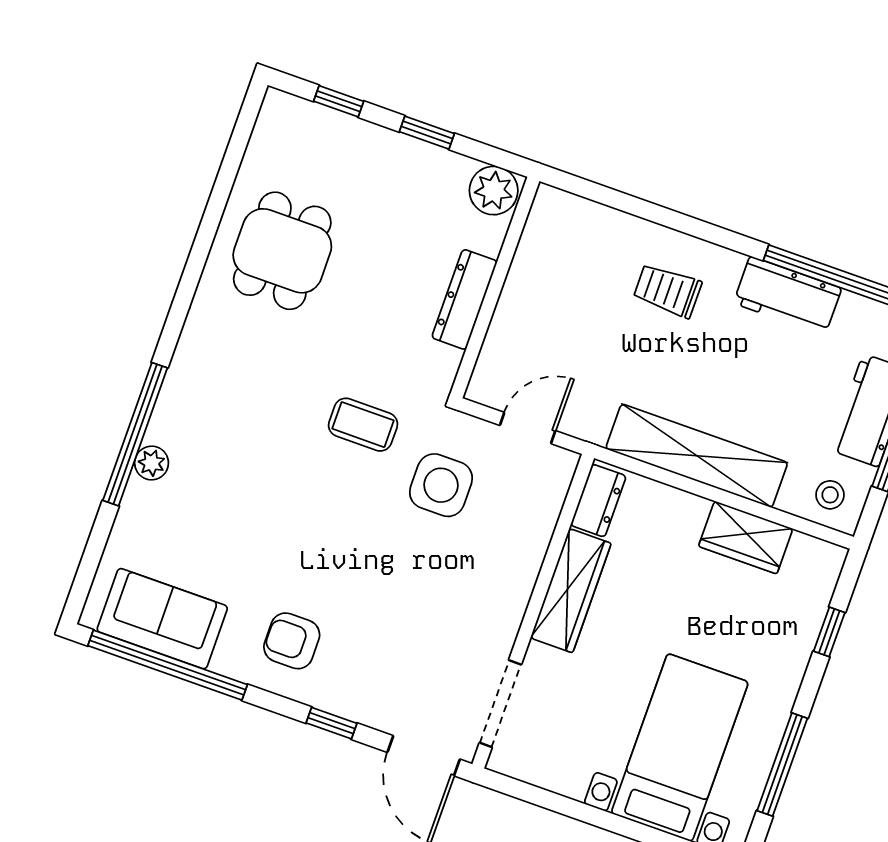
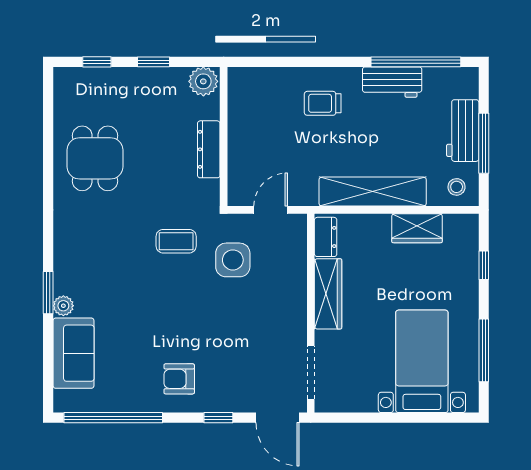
window: (135, 434) -> (48, 293), width x0.47
sofa: (162, 619) -> (74, 353), moved, turned 90

